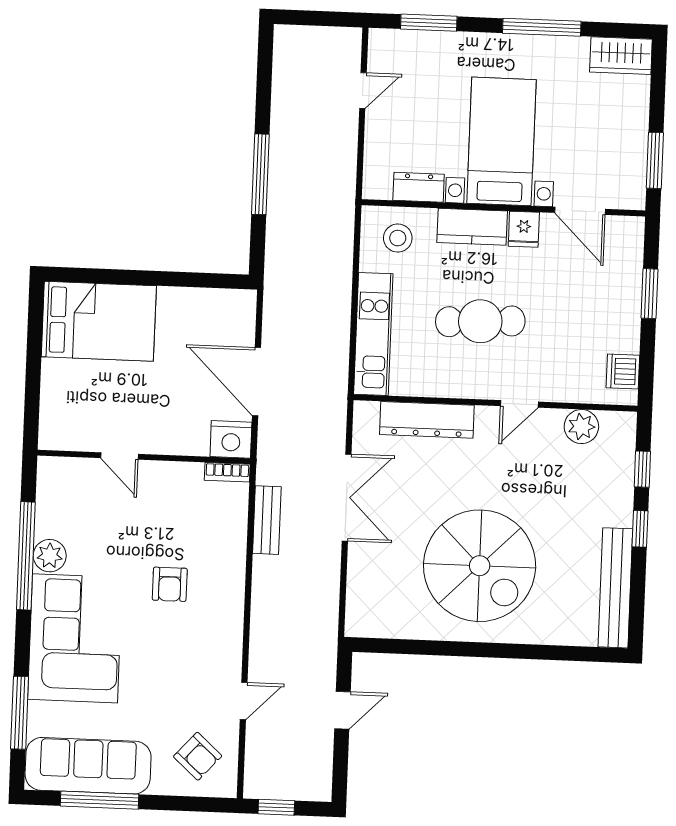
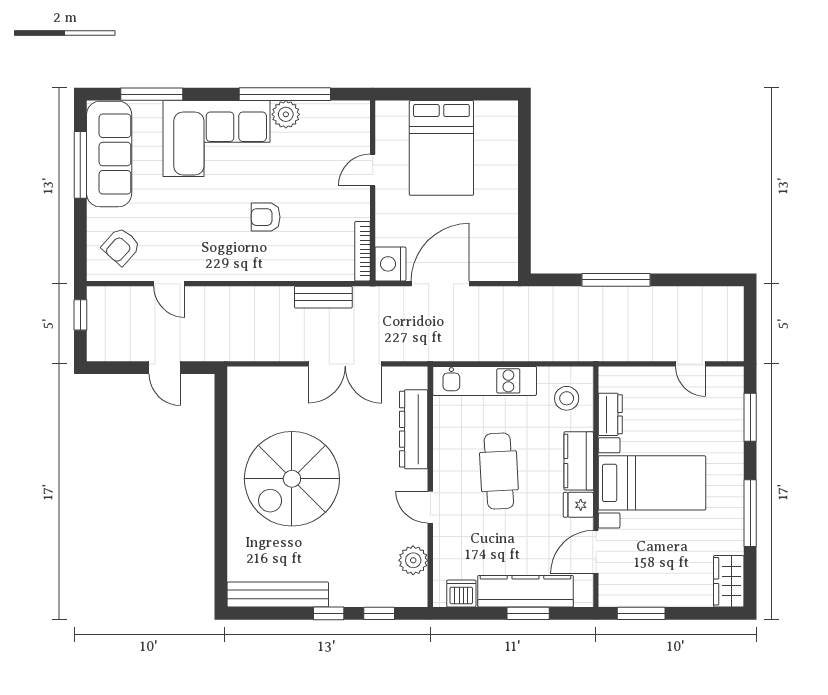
kitchen counter: (623, 296) -> (526, 591), added
bed: (99, 321) -> (441, 148), moved
bookcase: (227, 472) -> (362, 251), width x1.56

